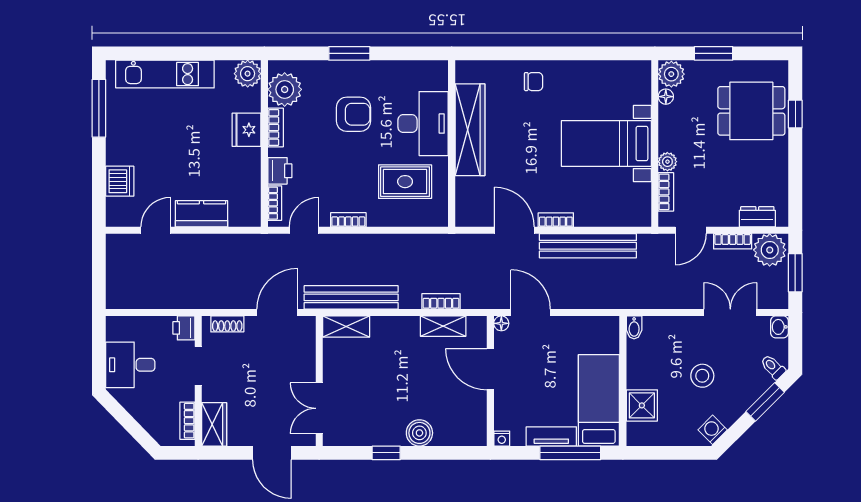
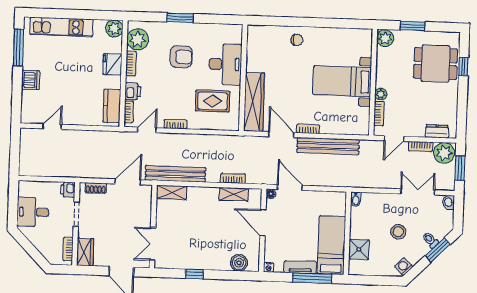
floor lamp: (666, 97) -> (381, 52), removed
wardrobe: (470, 130) -> (254, 102), moved
dishwasher: (120, 181) -> (31, 80), moved
kitchen counter: (201, 214) -> (112, 106), moved, turned -90
toilet: (773, 367) -> (430, 240), moved
boiler: (419, 433) -> (239, 263), moved

